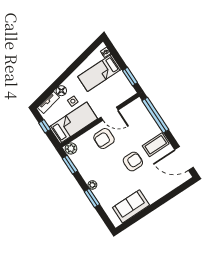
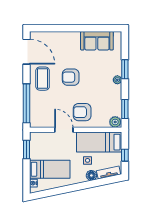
armchair: (104, 139) -> (82, 112), turned 180
coffee table: (156, 145) -> (43, 79), turned 90

